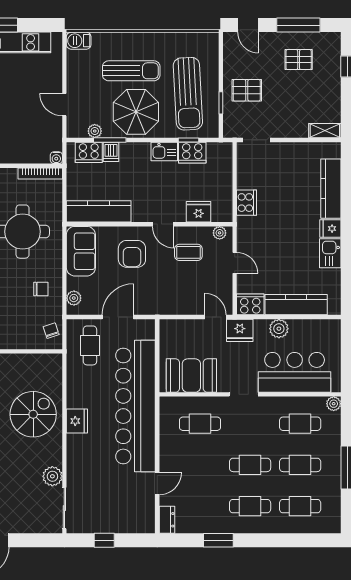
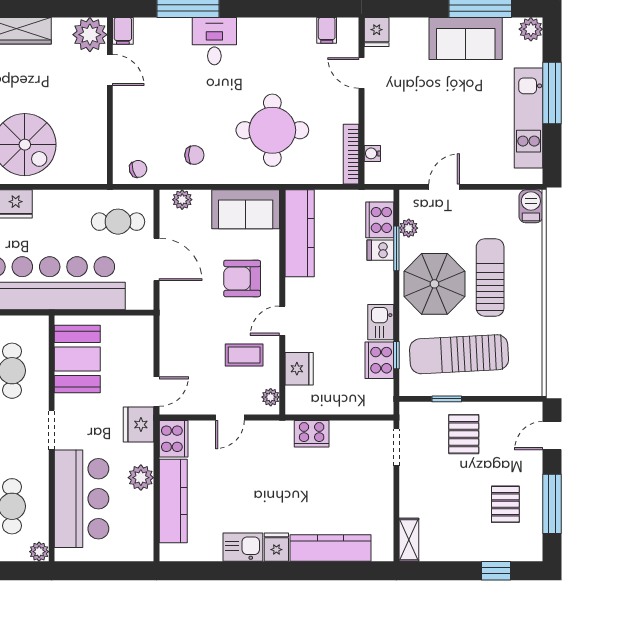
sun lounger: (131, 71) -> (490, 277), turned 180
water cooler: (56, 158) -> (372, 153), moved
coffee table: (188, 252) -> (244, 355), turned 90
chair: (41, 289) -> (194, 155), turned -90

